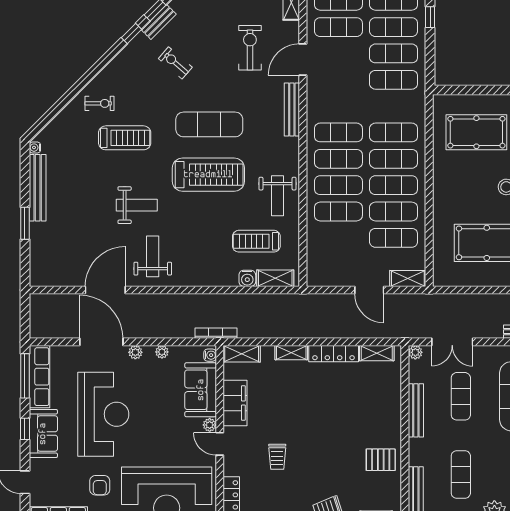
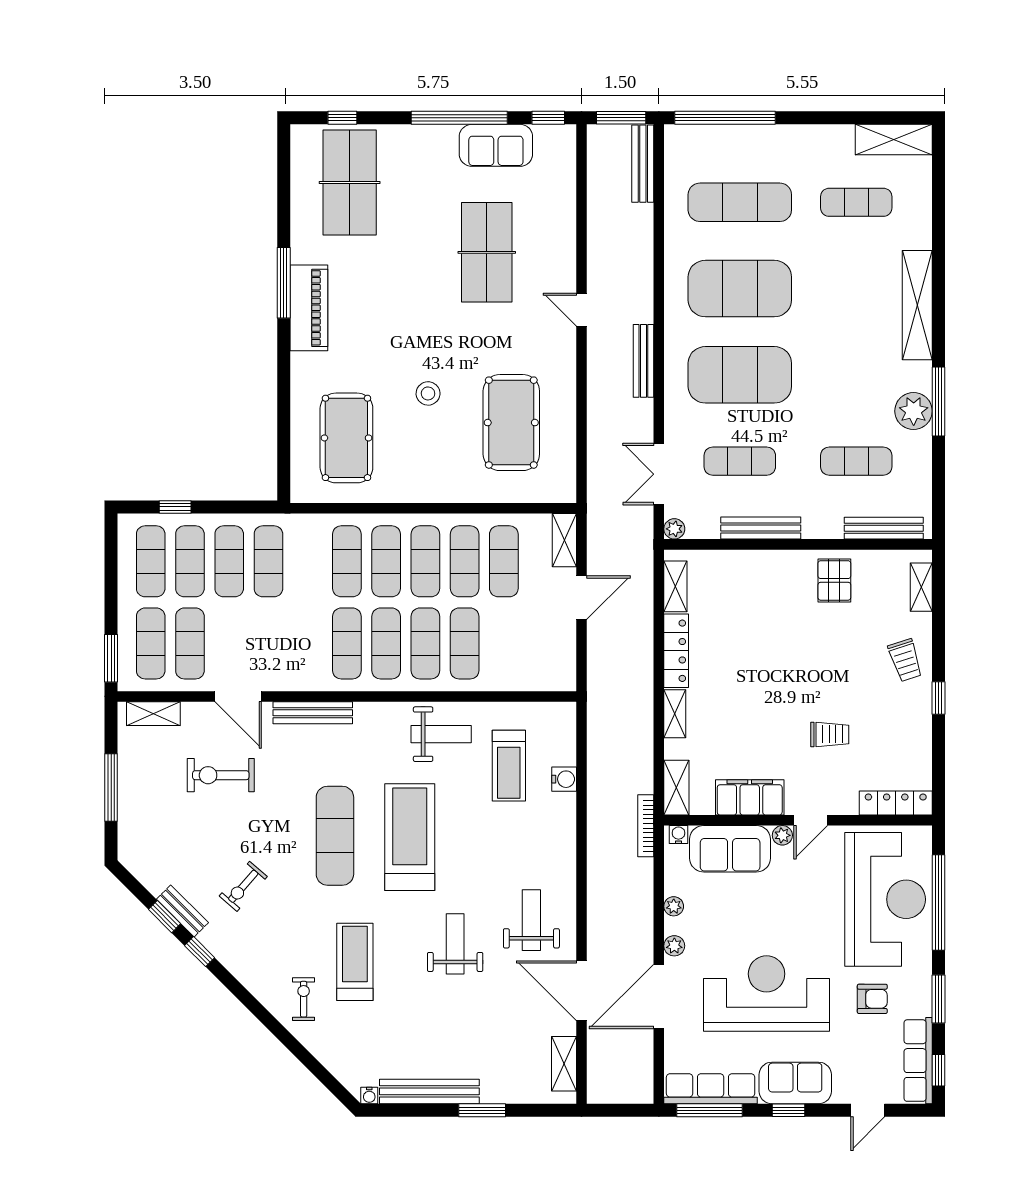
weight bench: (153, 256) -> (531, 920), turned 90
shelving: (275, 278) -> (564, 1064), moved
double door: (452, 342) -> (659, 474), swing flipped

